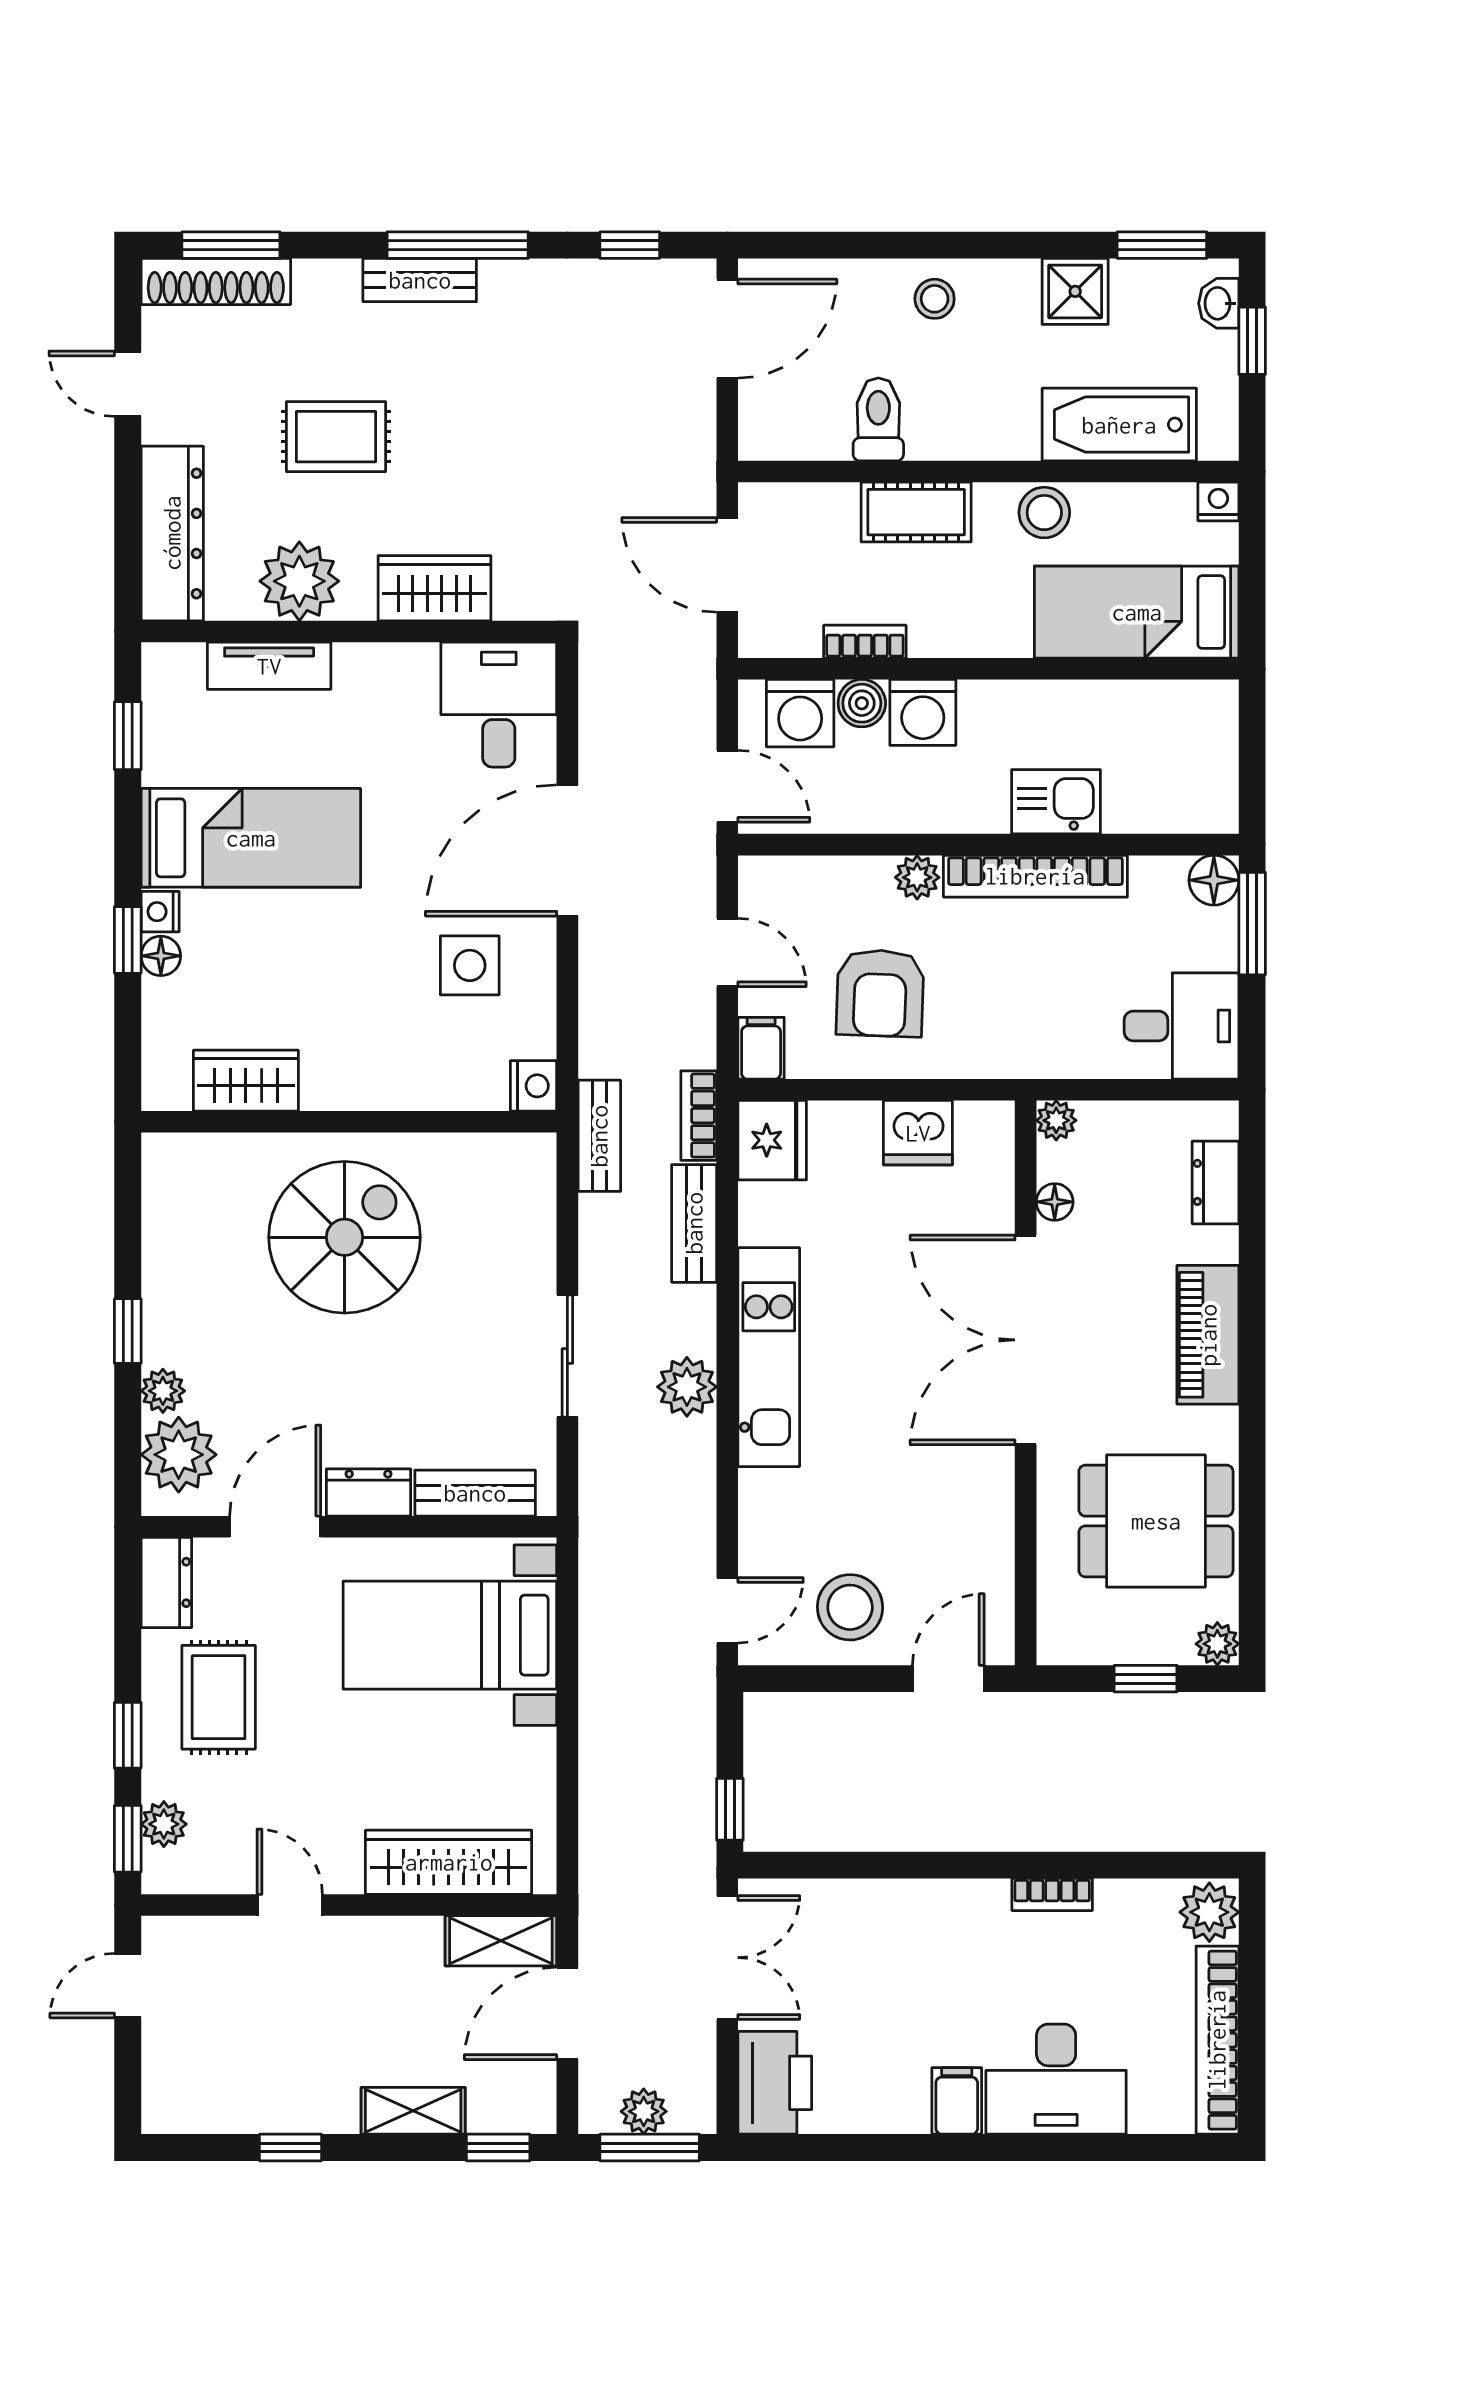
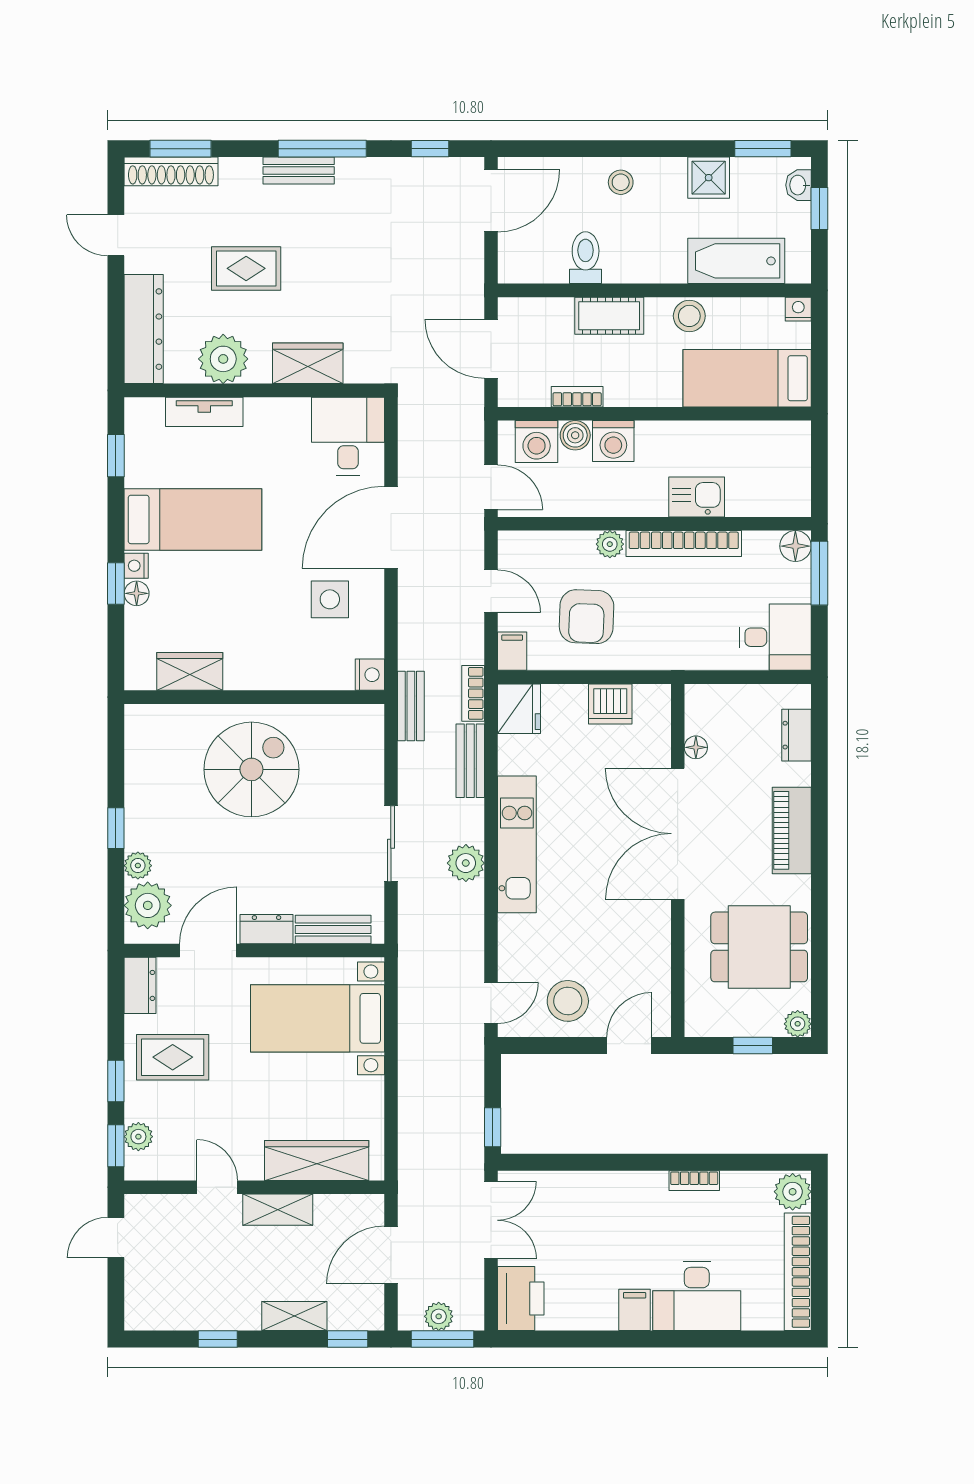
plant: (1056, 1120) -> (697, 696), removed
rug: (219, 1697) -> (173, 1057), turned 90
shelving: (501, 1941) -> (278, 1210), moved

